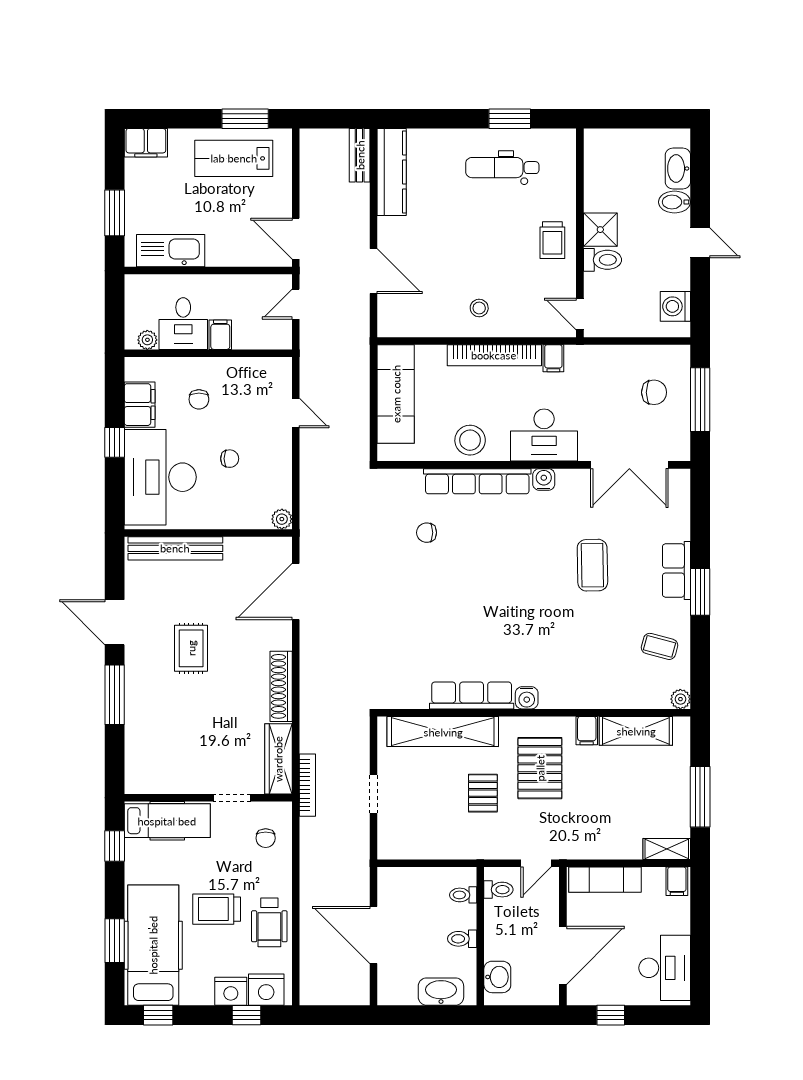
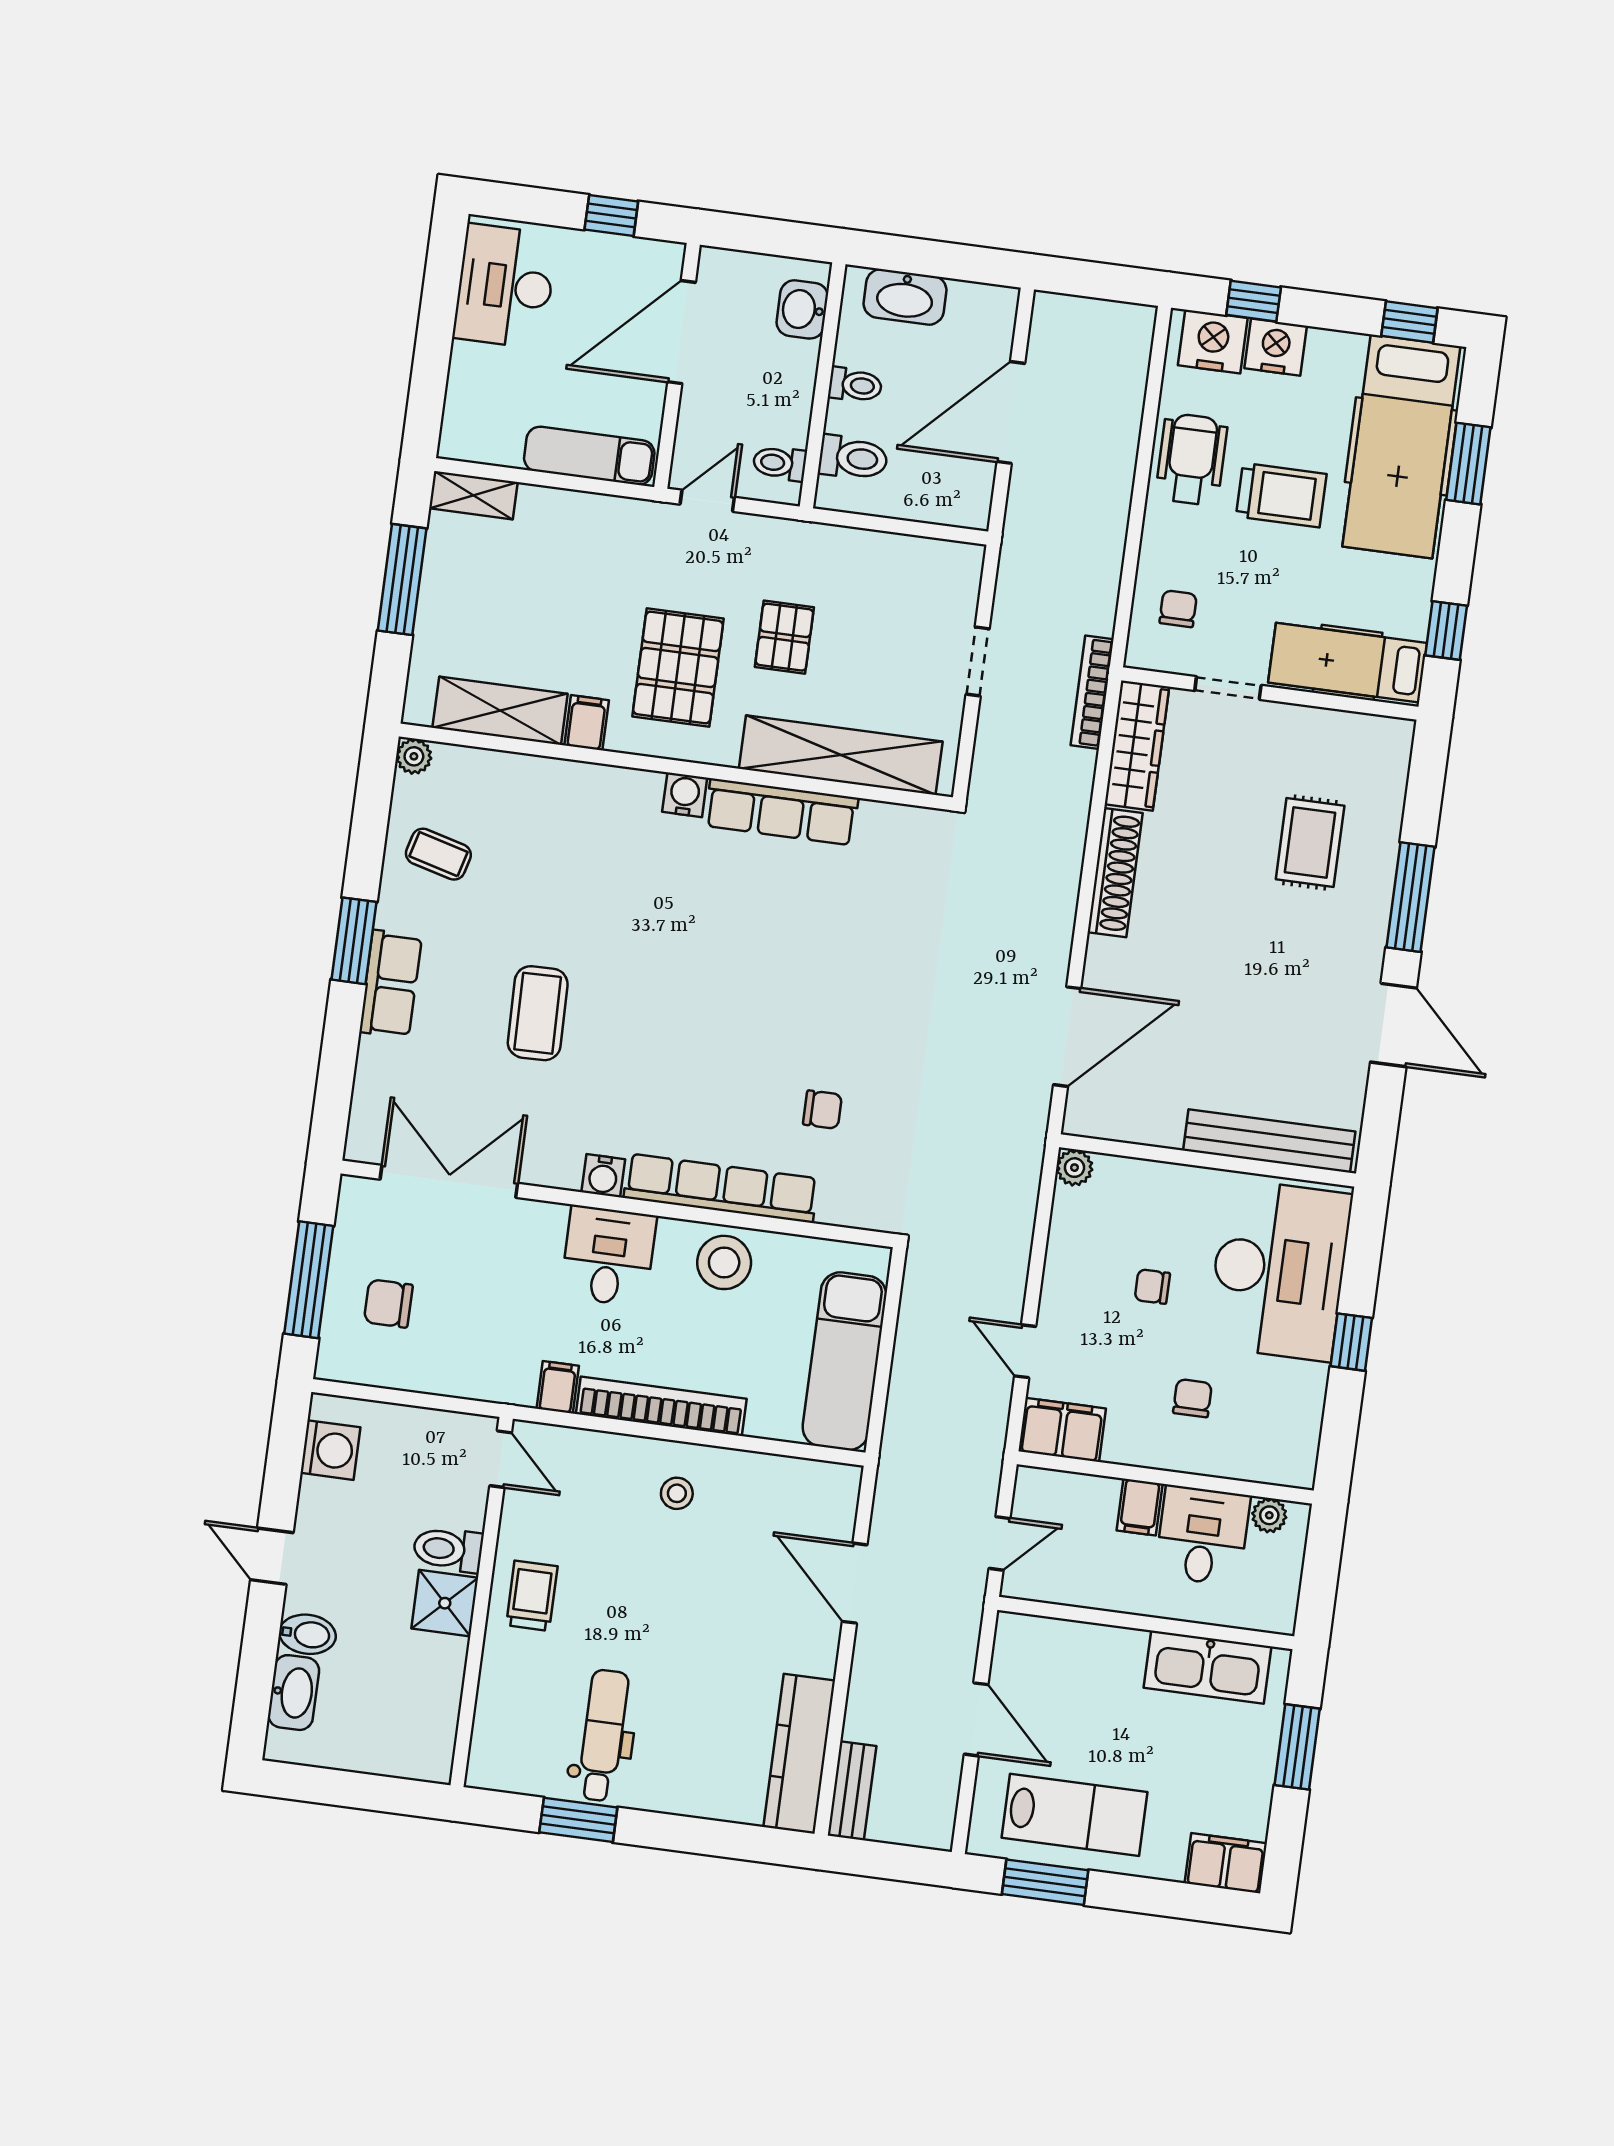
dental chair: (502, 168) -> (603, 1735), turned -90
door: (296, 239) -> (976, 1719), moved
filing cabinet: (140, 405) -> (1062, 1430), moved, turned 90
desk: (544, 435) -> (608, 1256), width x0.73
rug: (191, 648) -> (1310, 842), moved
filing cabinet: (677, 881) -> (463, 436), removed
toilet: (463, 895) -> (853, 458), width x1.37, depth x1.39
door: (373, 935) -> (1011, 413), swing flipped

